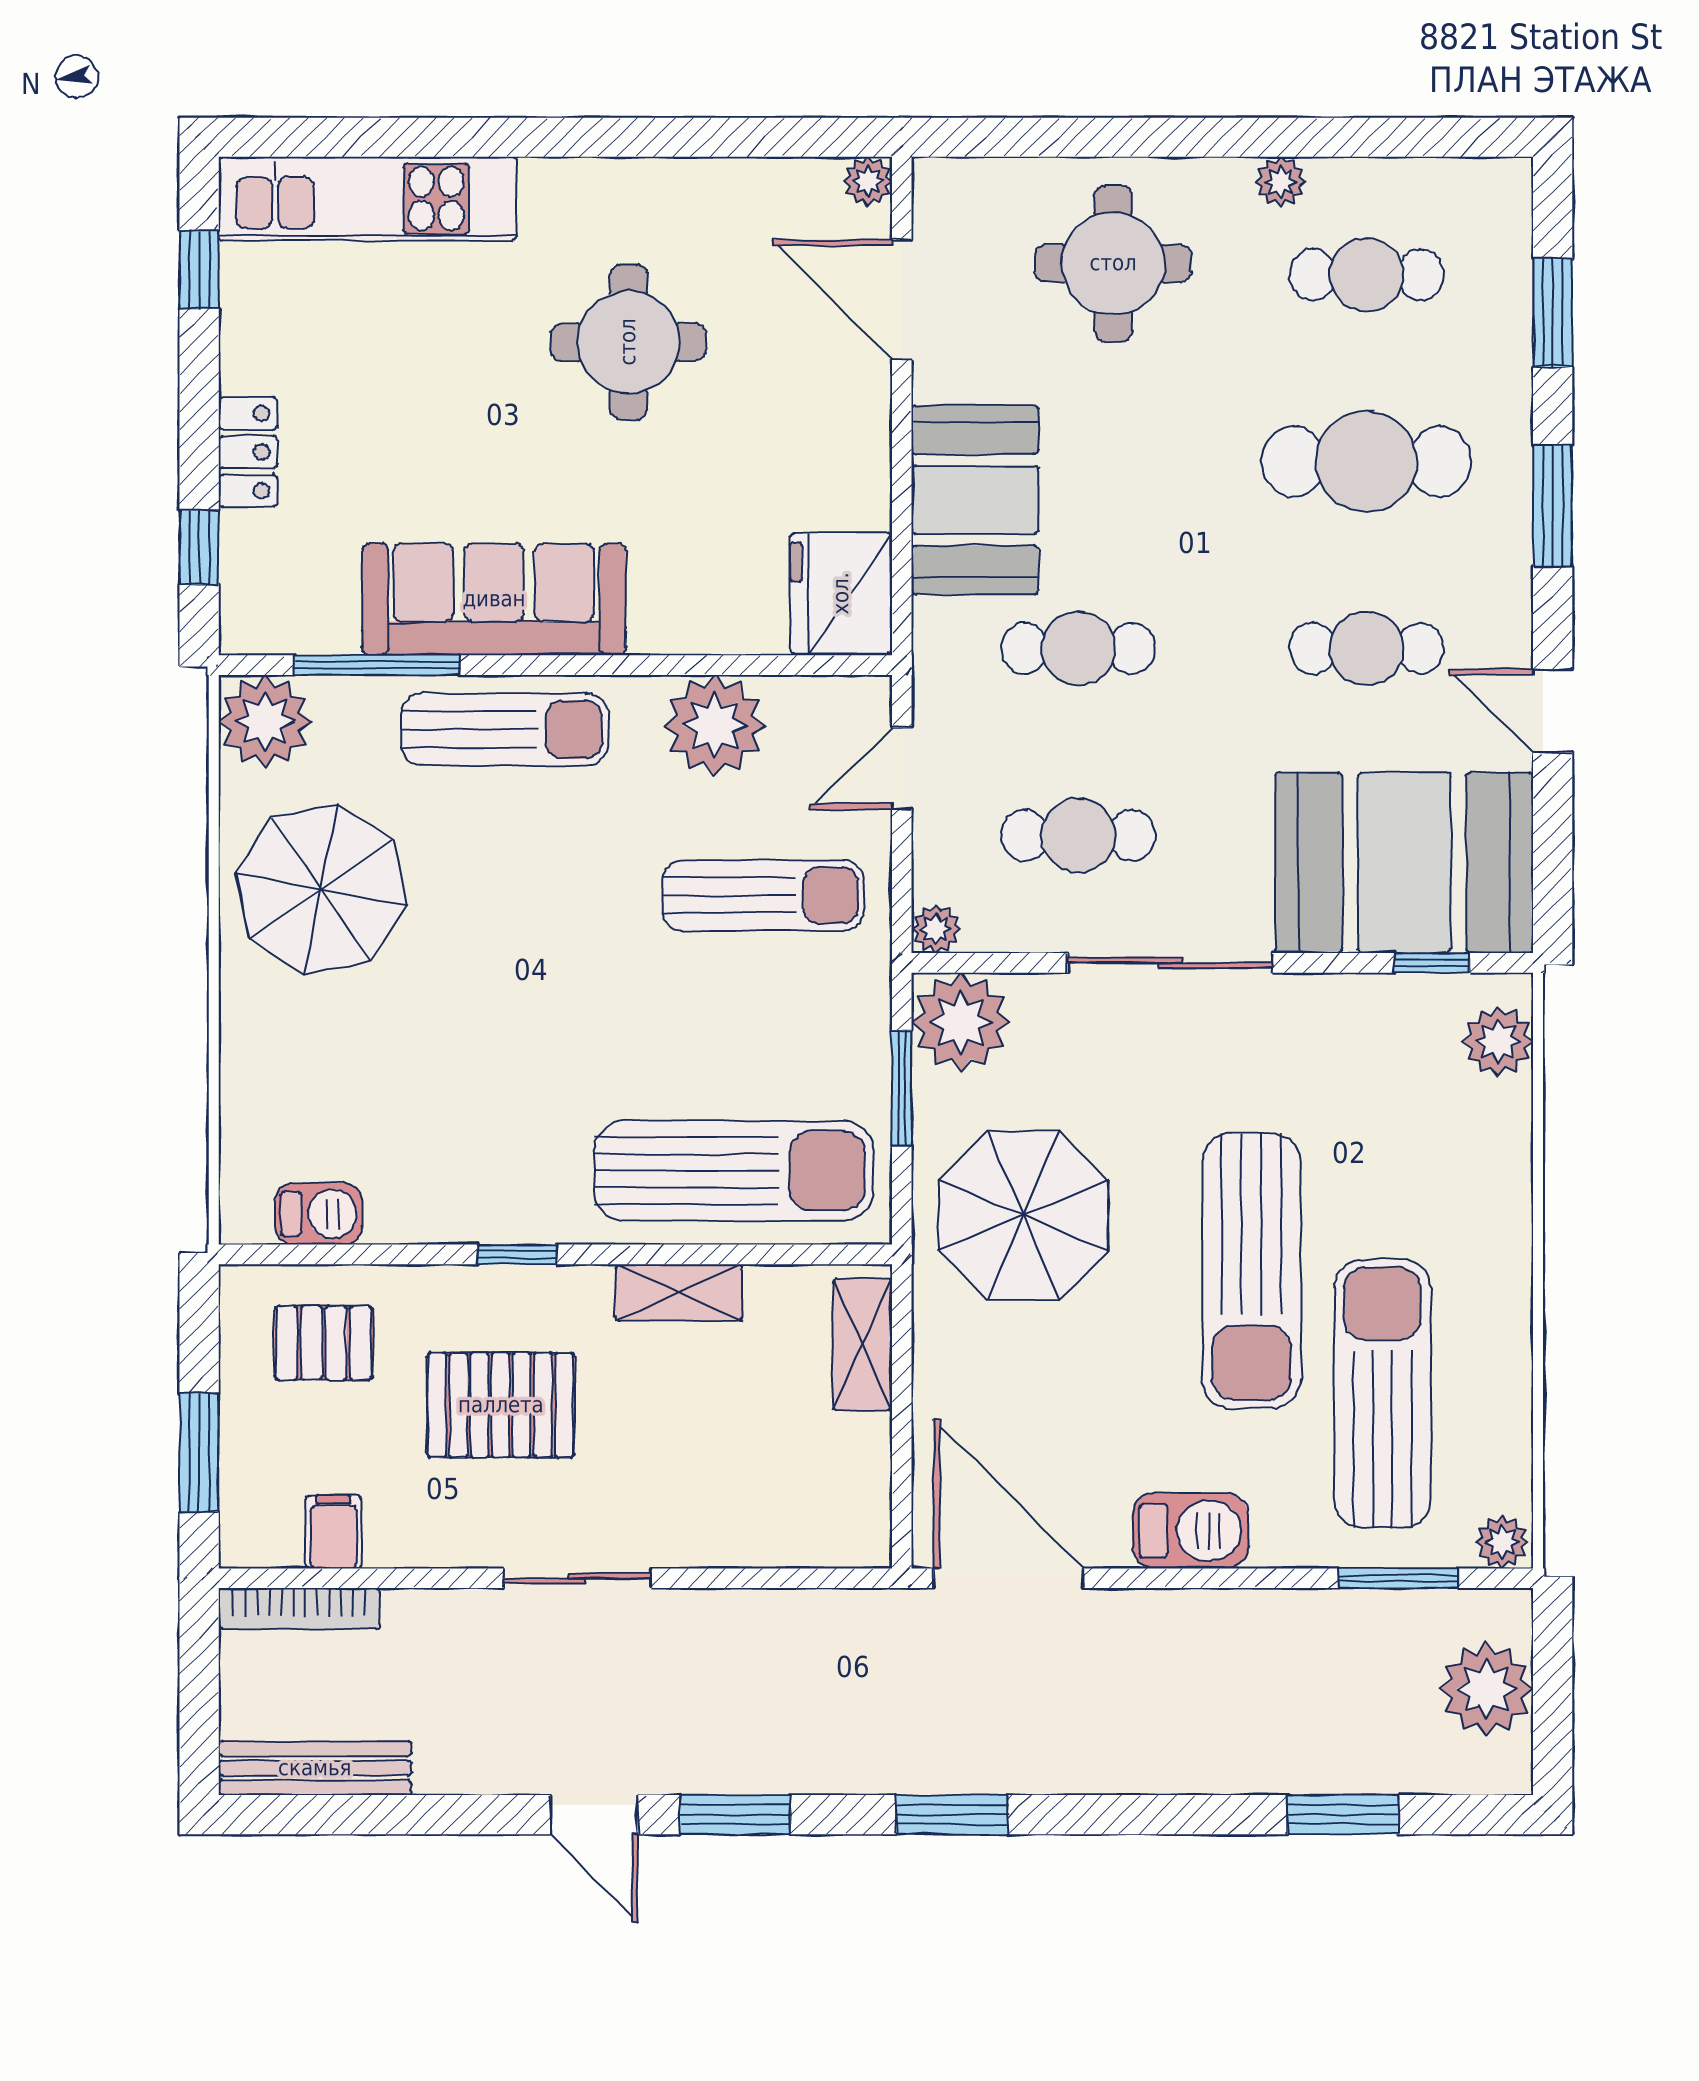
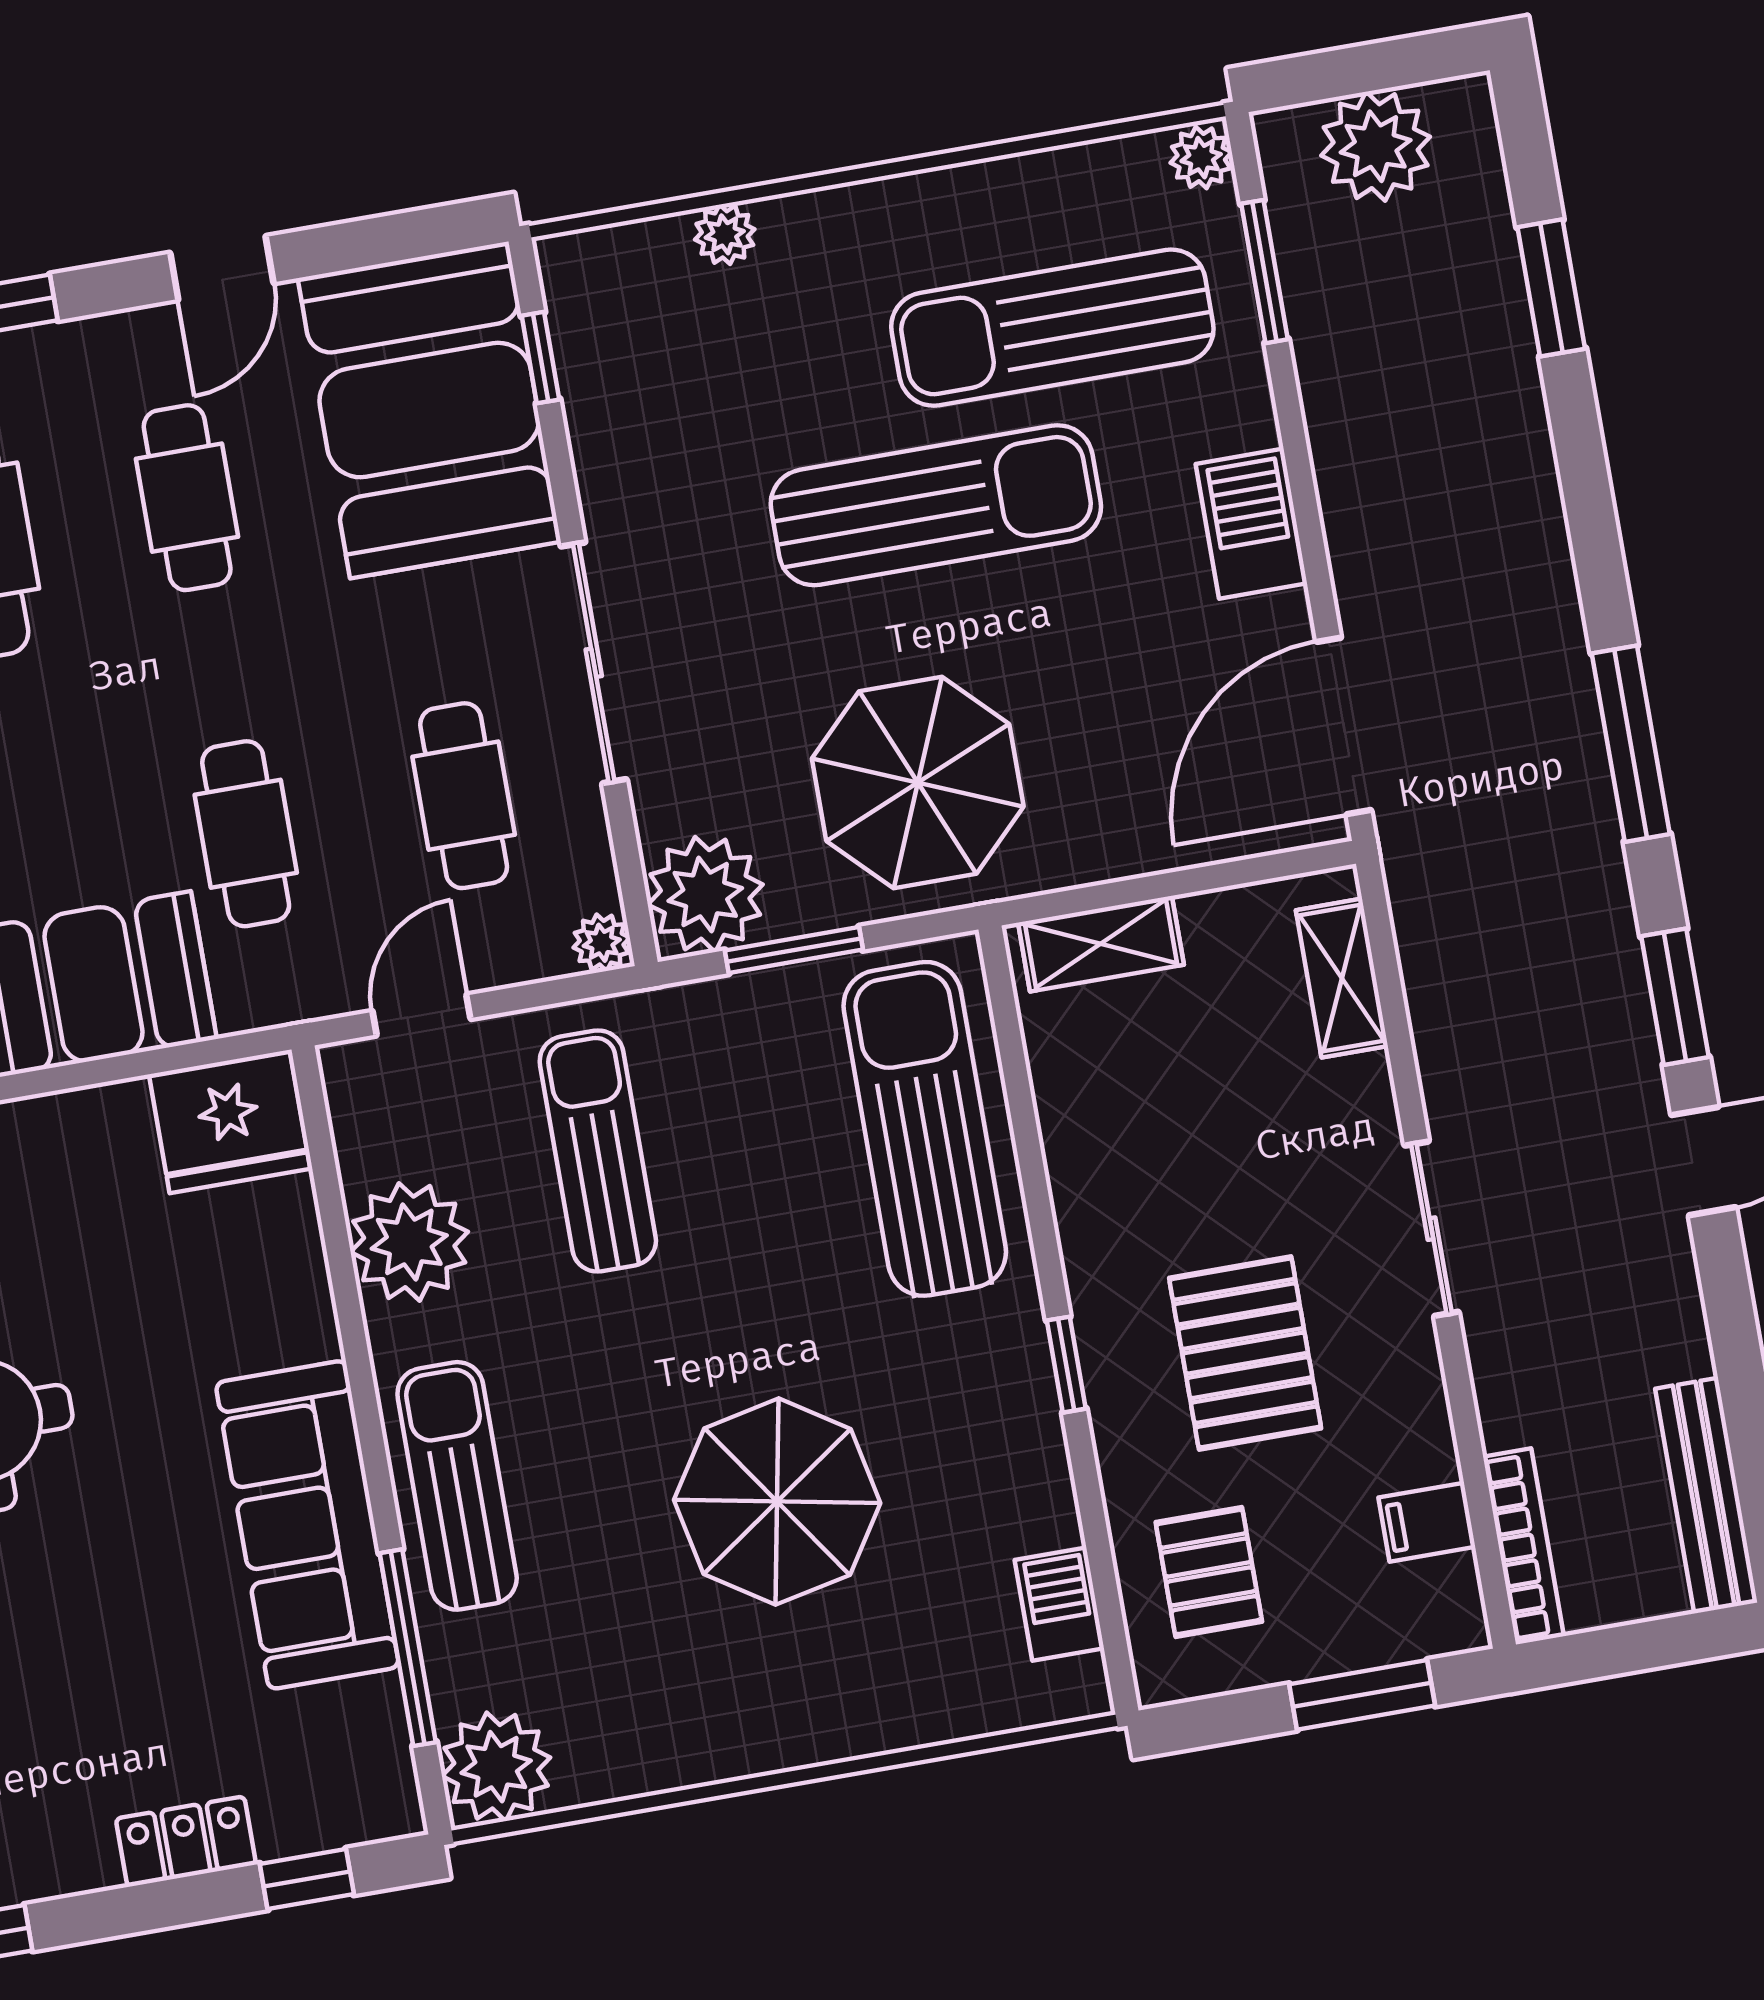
door: (902, 768) -> (422, 1015), swing flipped
parasol: (321, 889) -> (777, 1502), moved
plant: (1498, 1041) -> (725, 234), moved, width x0.73, depth x0.73
shelving: (679, 1293) -> (1342, 978), moved
window: (952, 1815) -> (1631, 744), width x1.44

